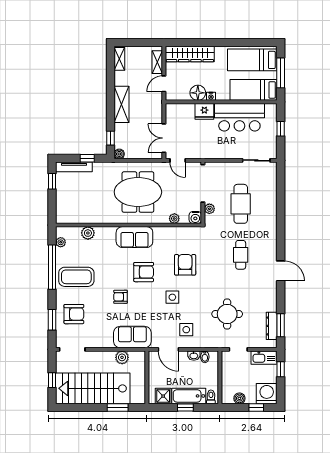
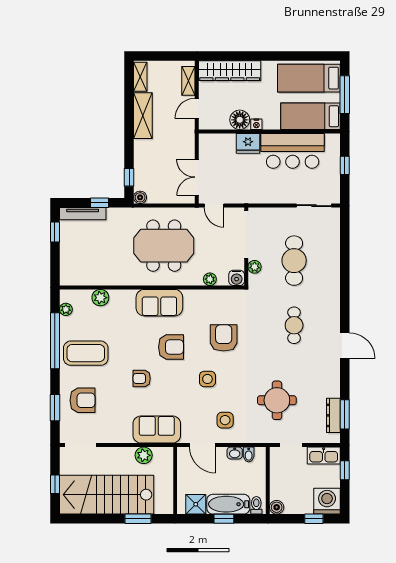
shelving: (121, 104) -> (143, 116), moved
boiler: (239, 398) -> (277, 507), moved

